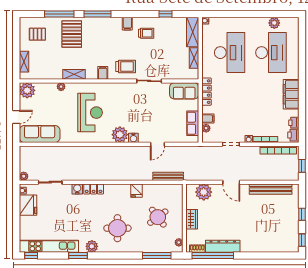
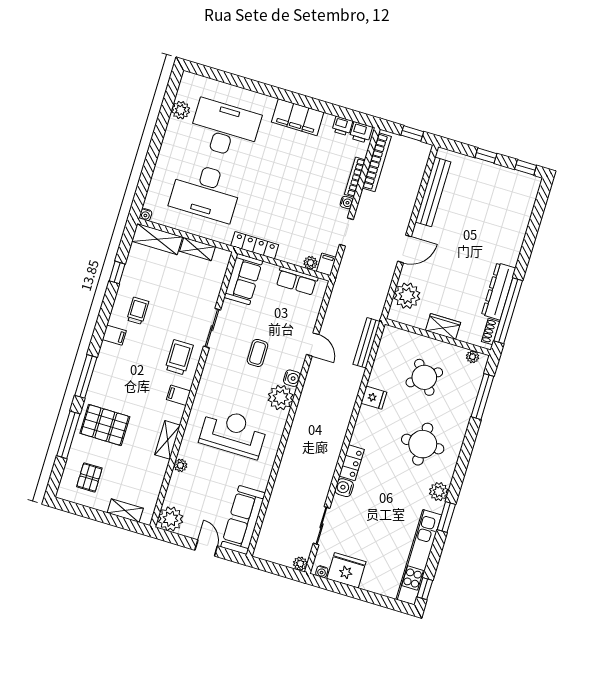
desk: (230, 53) -> (206, 192), turned 180
coffee table: (142, 113) -> (258, 353), added
filing cabinet: (208, 119) -> (326, 264), moved

